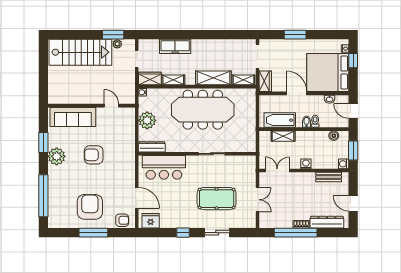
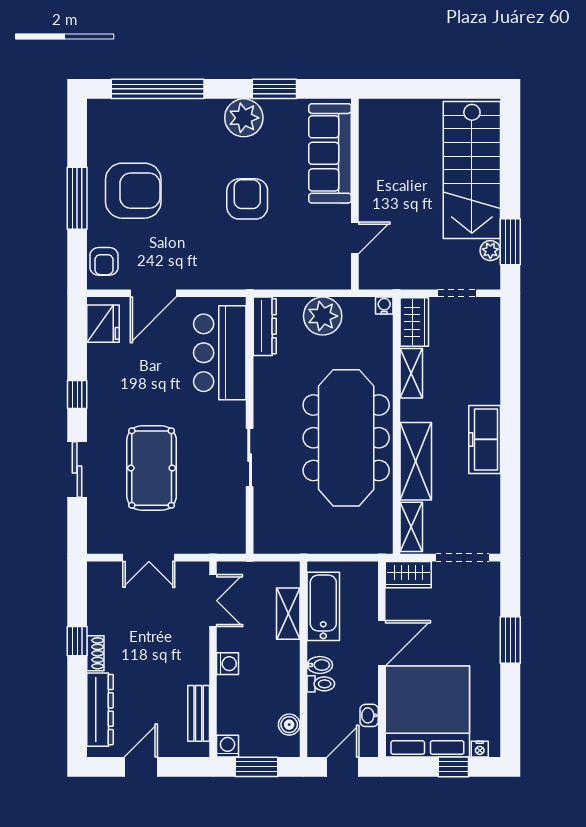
freezer: (175, 46) -> (485, 439), moved
window: (296, 233) -> (77, 641), width x0.32

